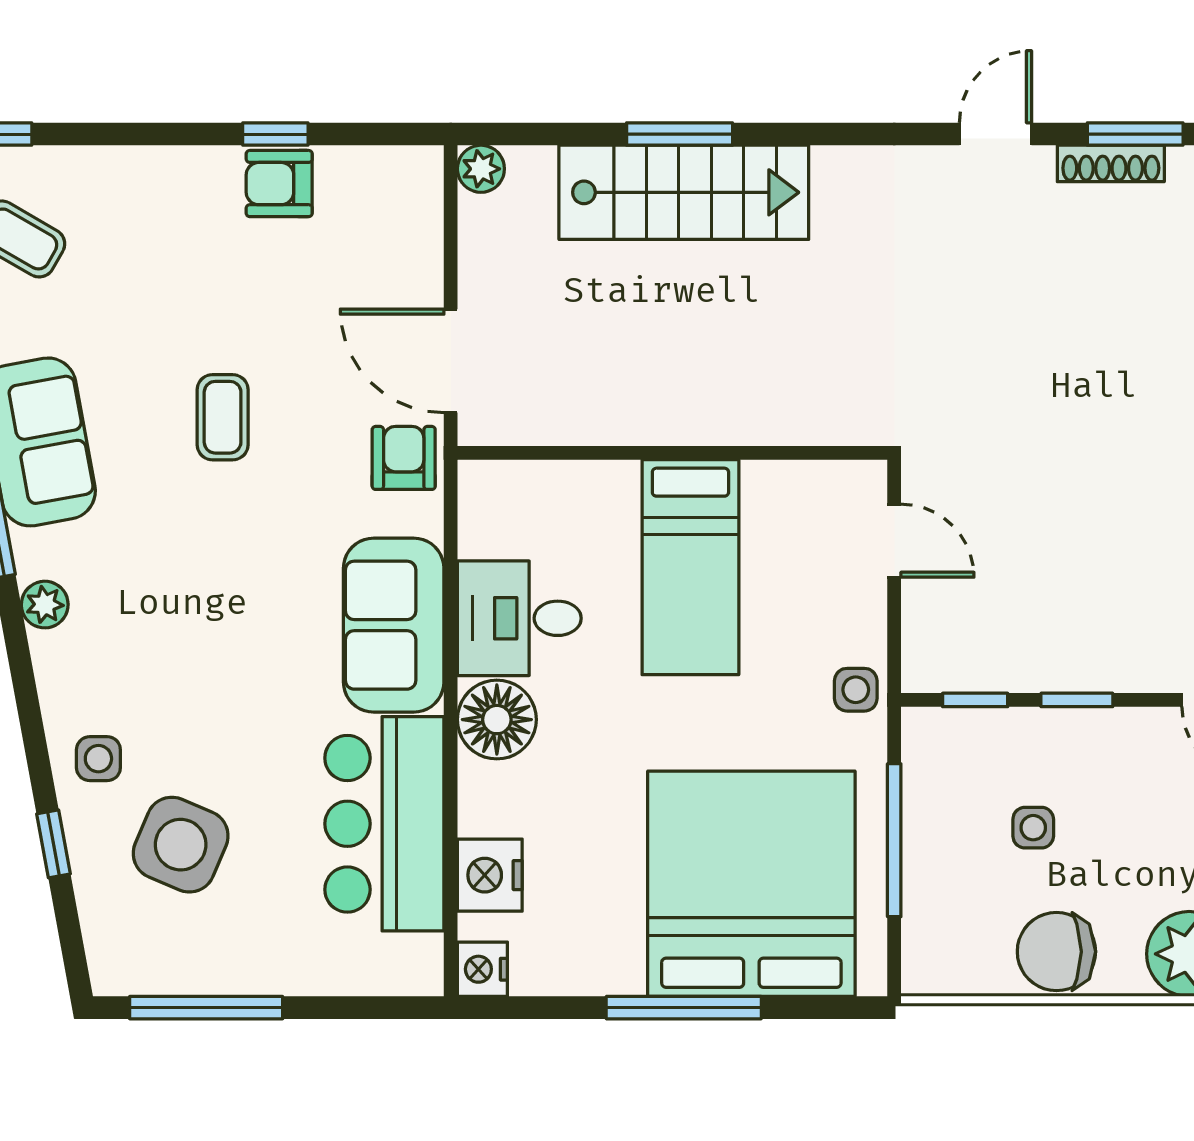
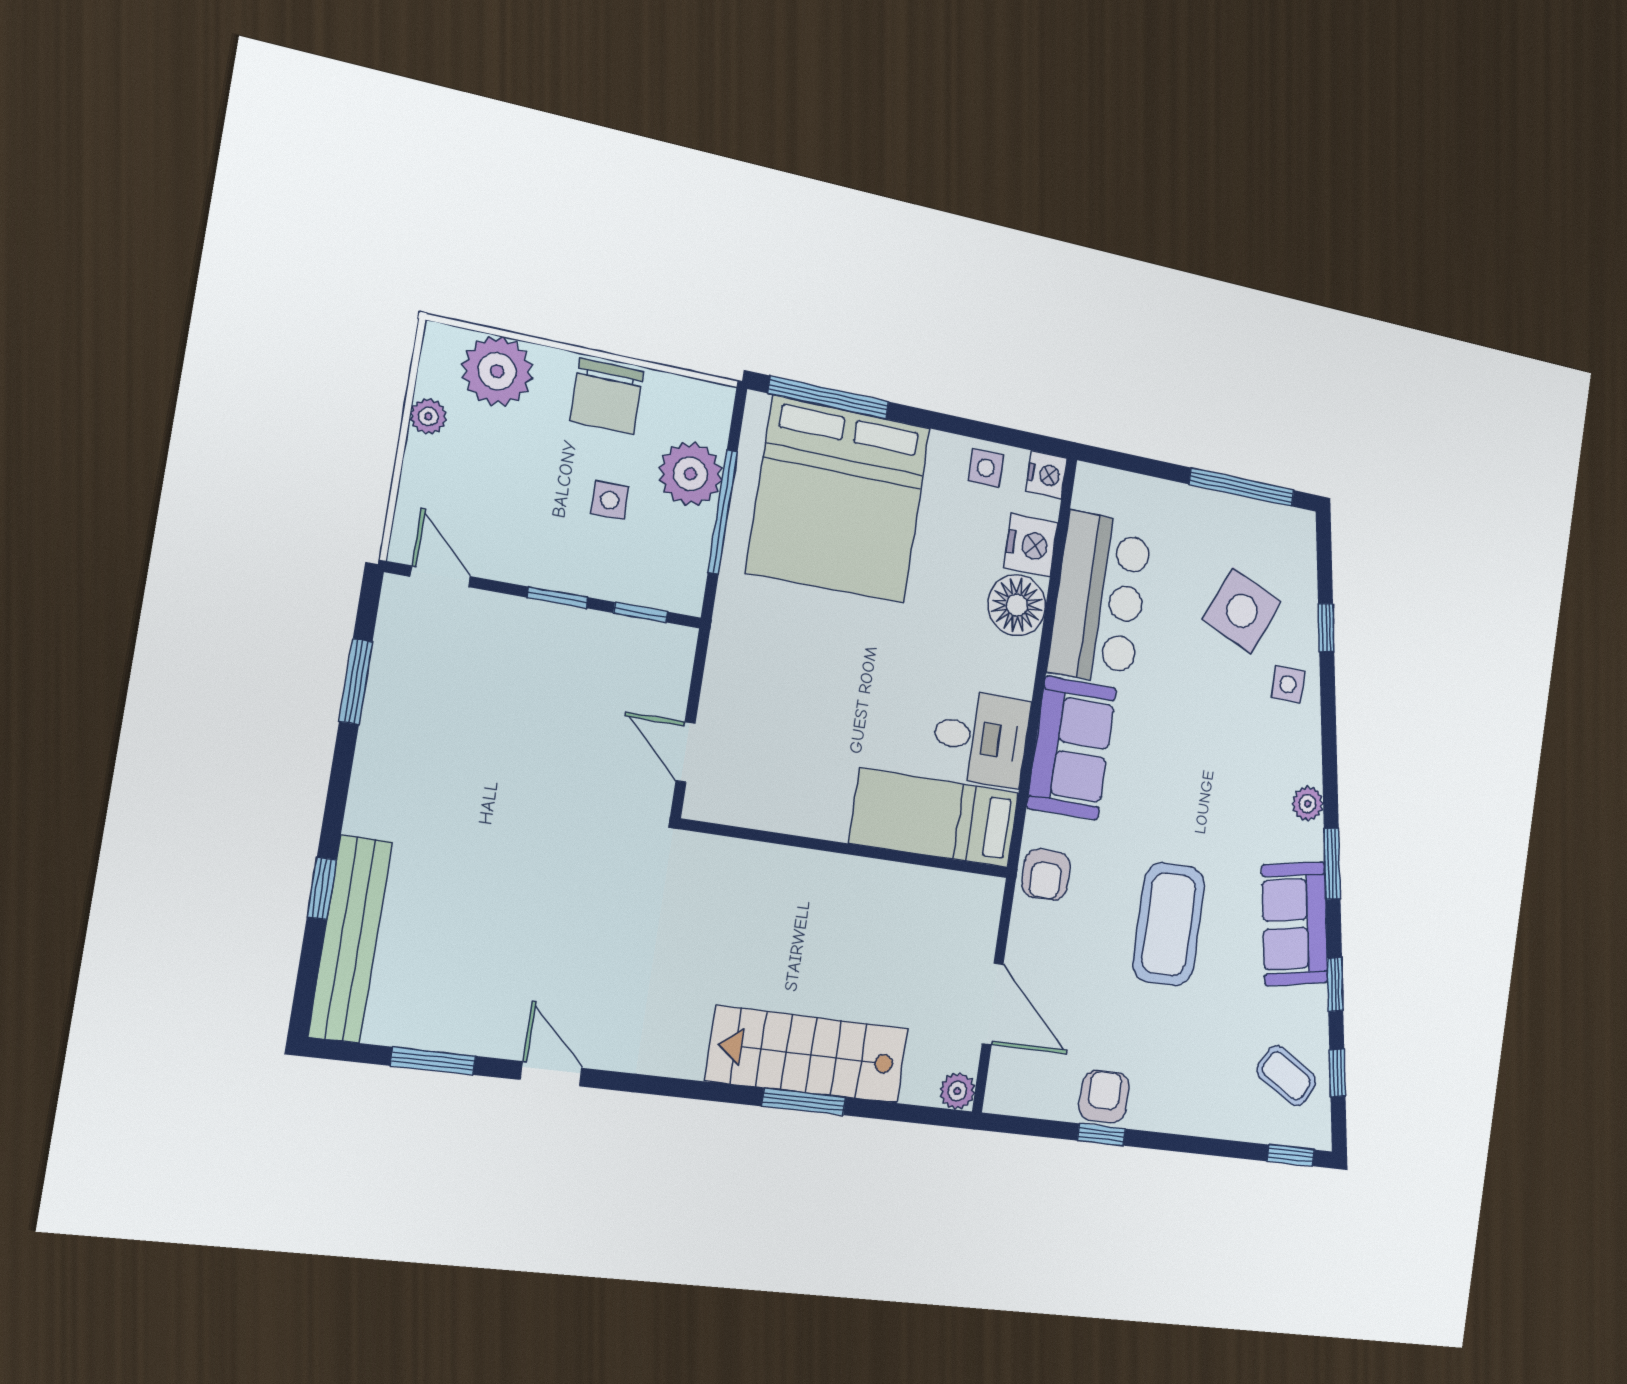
door: (995, 134) -> (551, 1074), swing flipped
shoe rack: (1111, 163) -> (458, 1038), removed
armchair: (279, 184) -> (1104, 1096), turned -90
door: (451, 361) -> (993, 1004), moved
coffee table: (223, 417) -> (1169, 924), width x1.86, depth x1.72
bed: (690, 567) -> (934, 818), moved, turned -90
side table: (856, 690) -> (986, 468), moved
floor lamp: (497, 720) -> (1017, 605), moved
plant: (941, 878) -> (690, 474), added
chair: (1056, 952) -> (607, 396), turned 90
window: (684, 1008) -> (829, 398), moved

